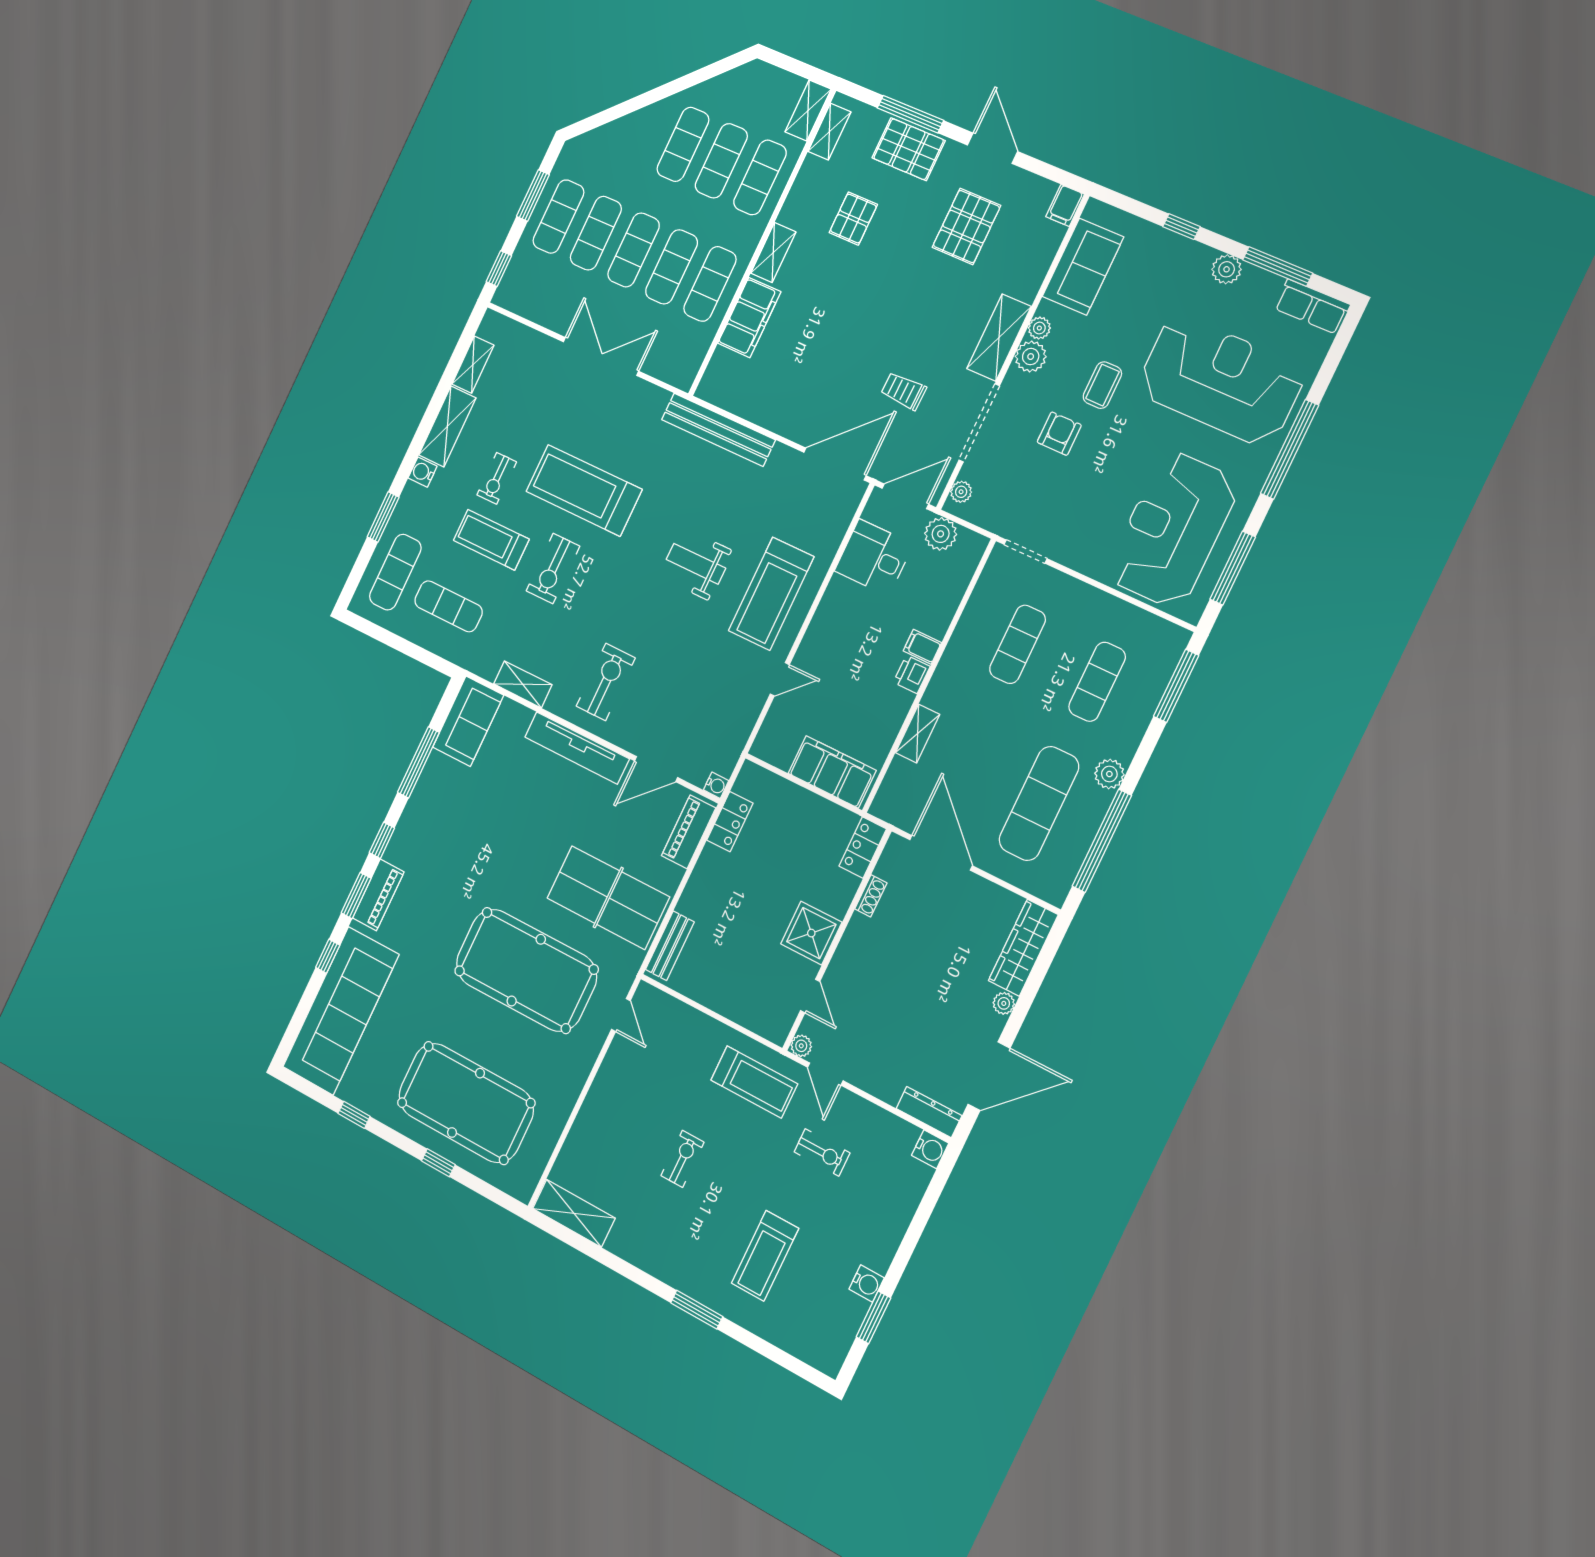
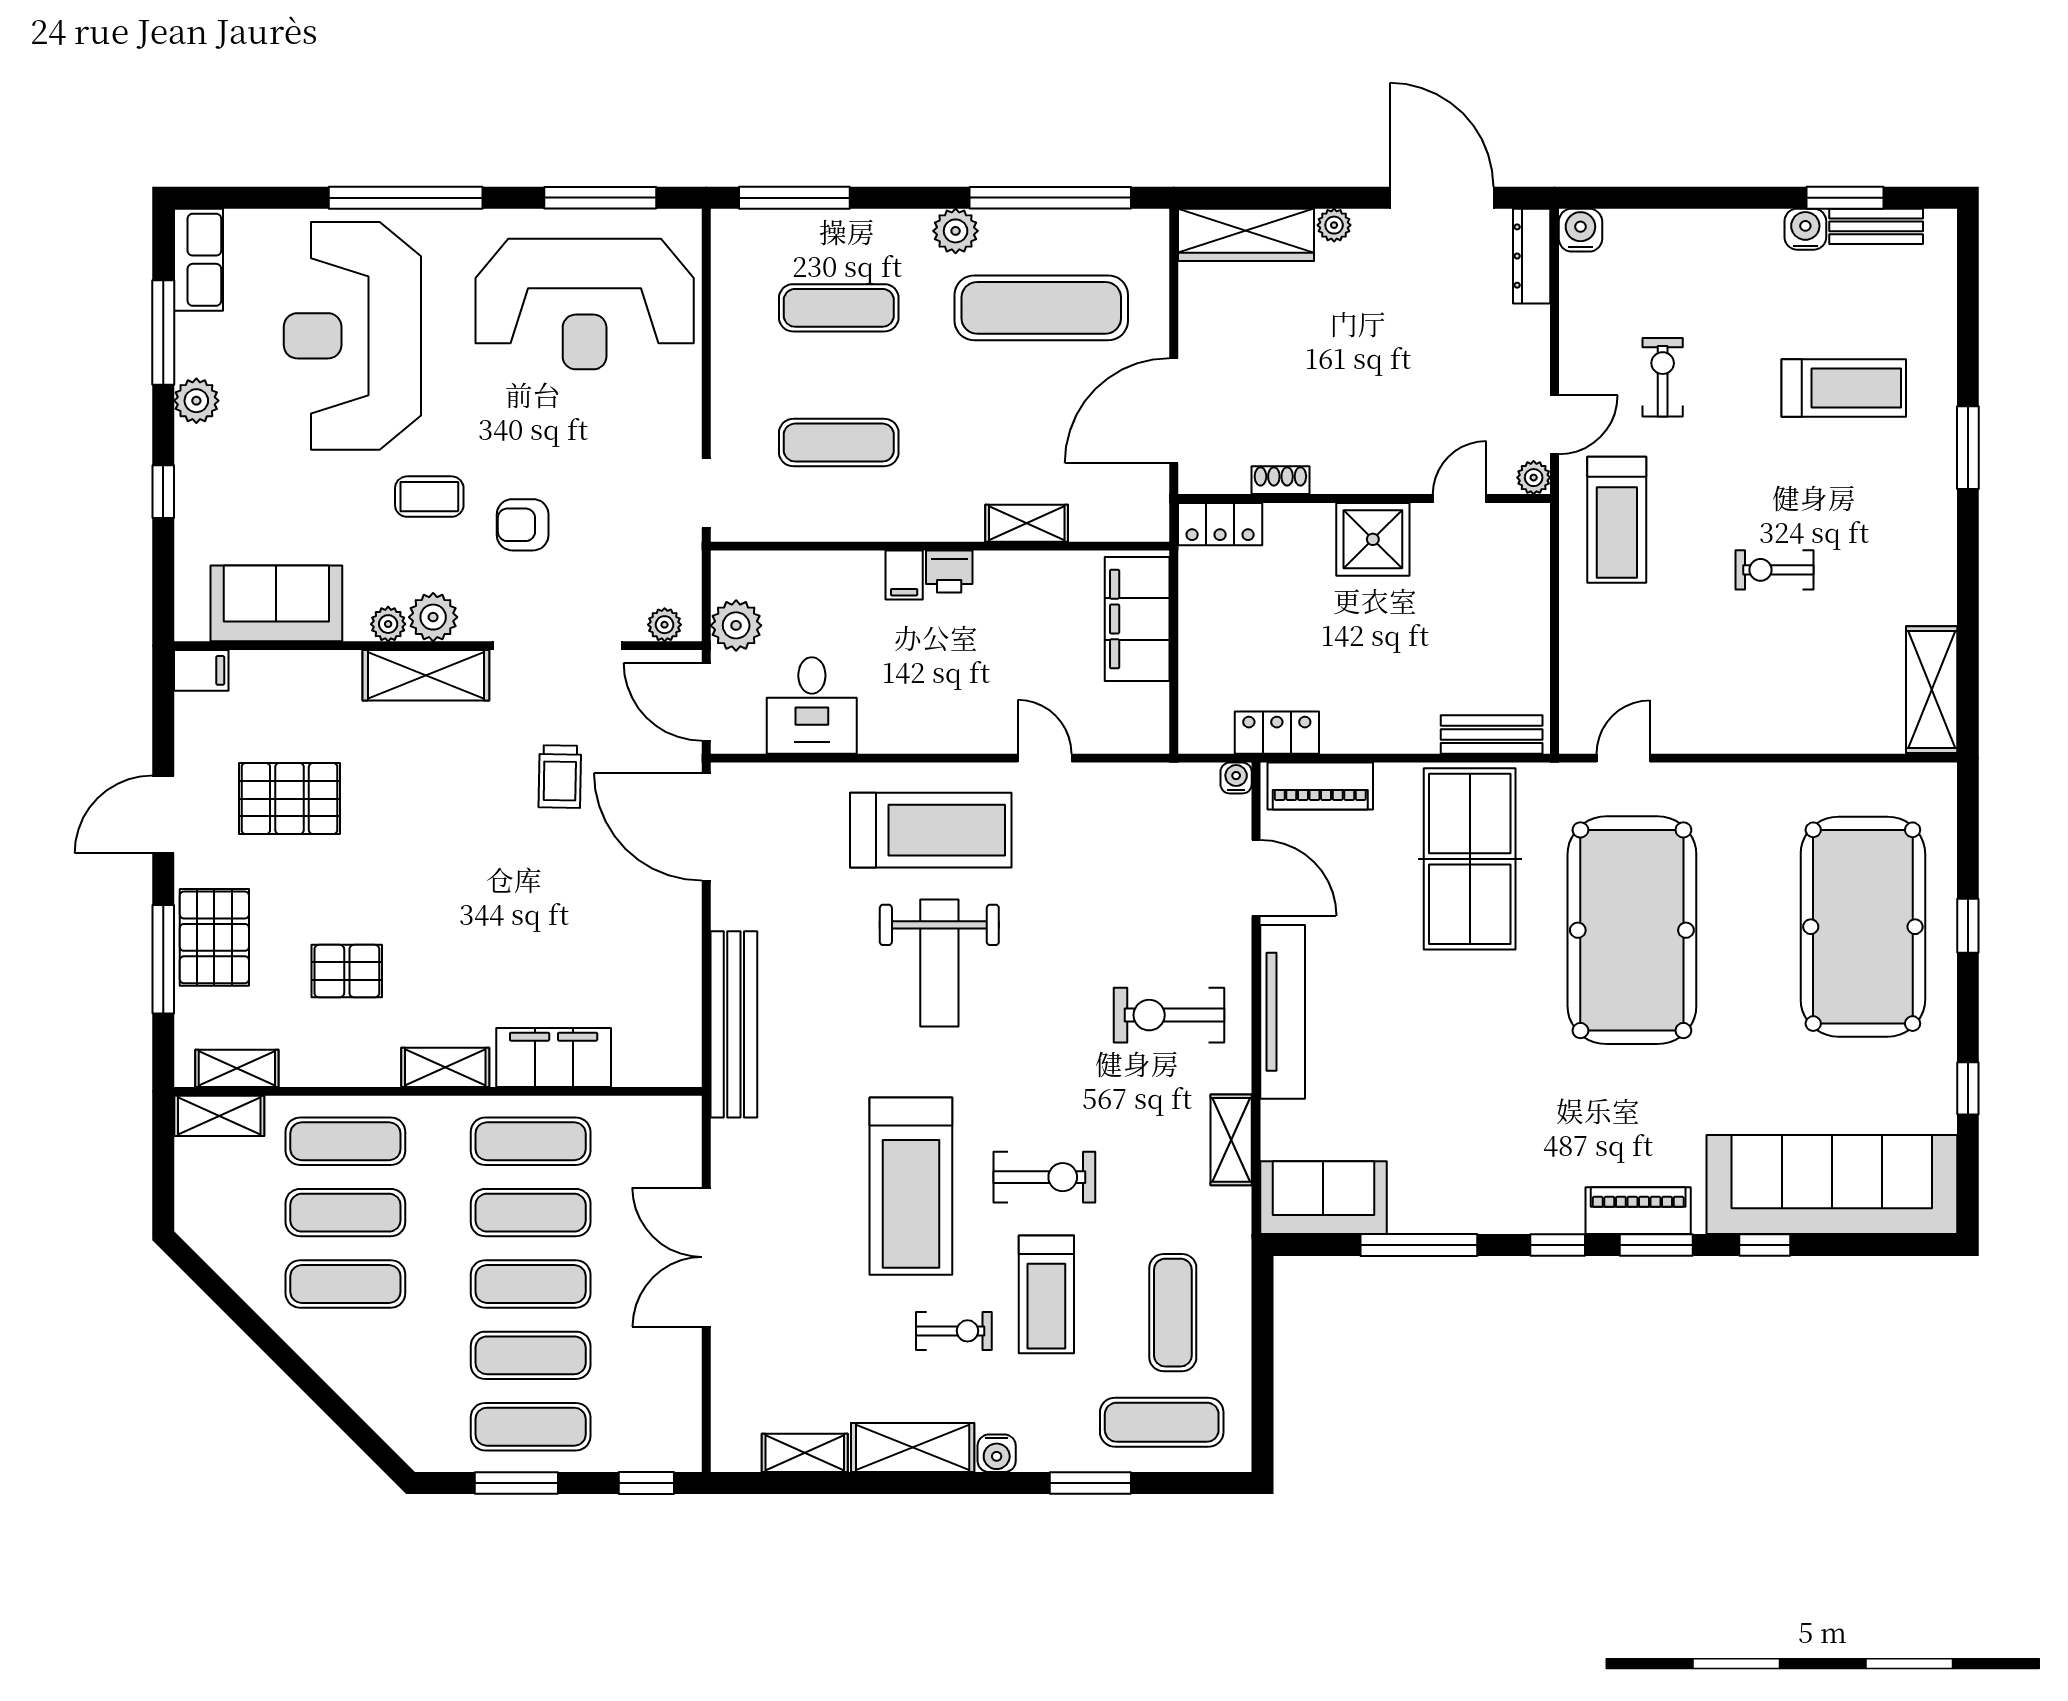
weight bench: (696, 564) -> (939, 963), width x1.36, depth x1.33
treadmill: (754, 1082) -> (1617, 520), turned 180
bench: (848, 1327) -> (1876, 226), added

